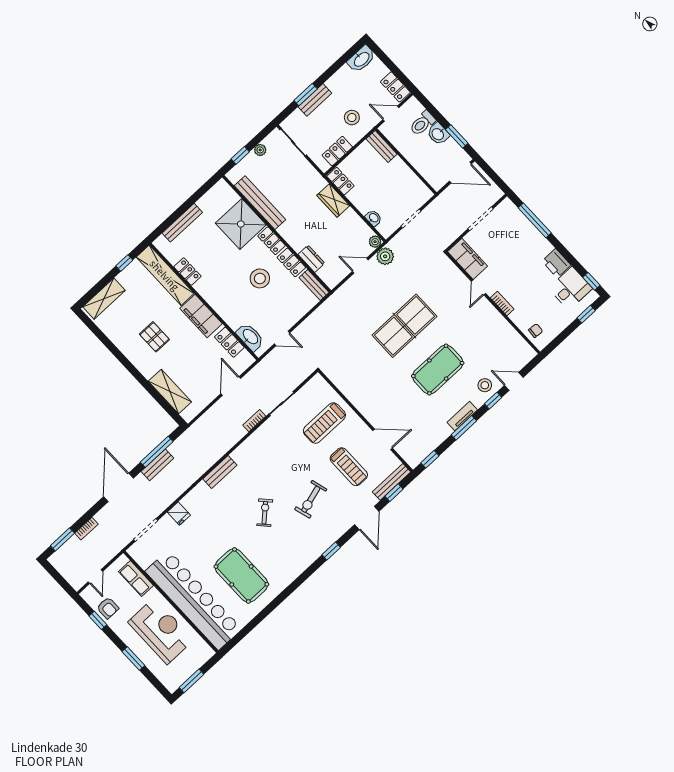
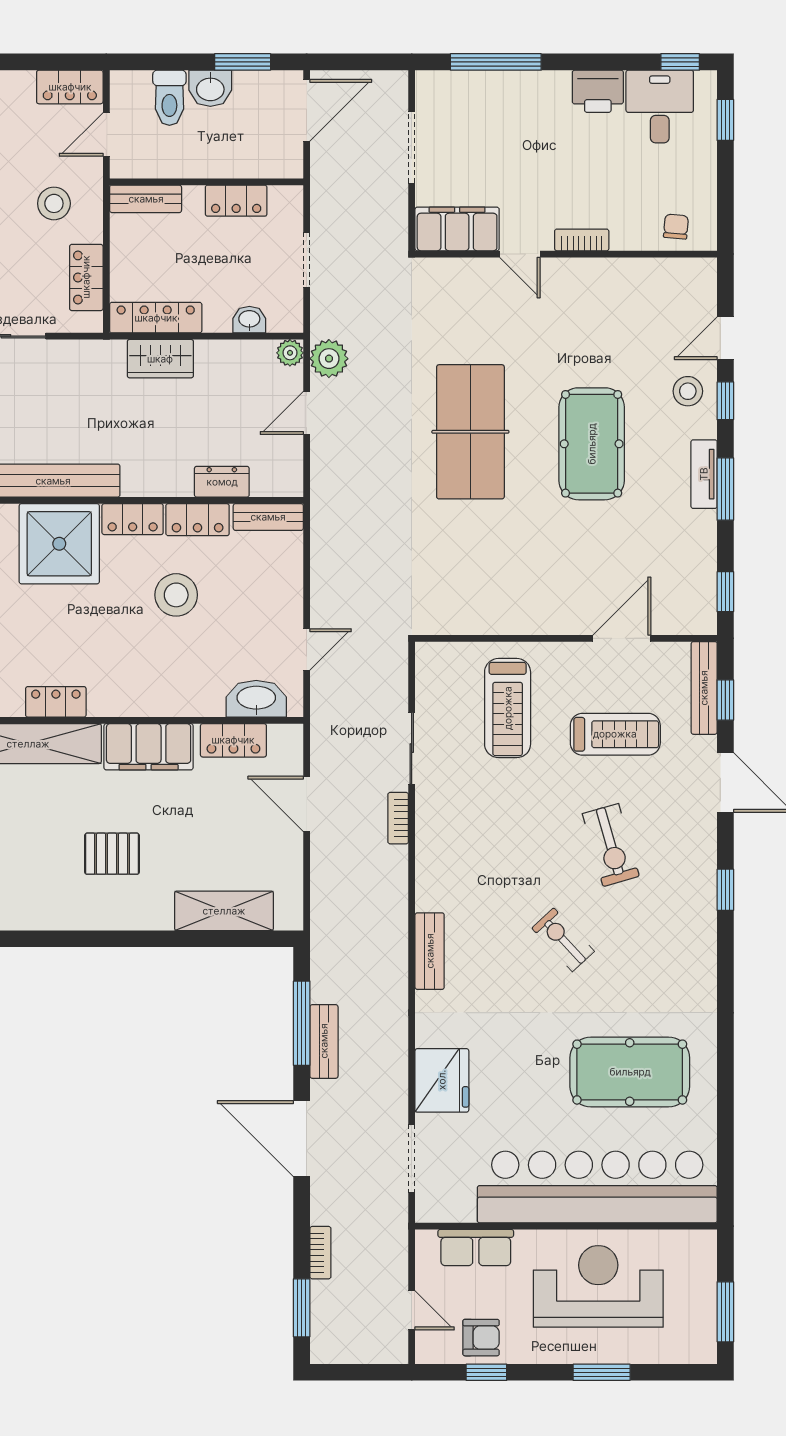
locker: (409, 177) -> (236, 201), added
locker: (340, 181) -> (156, 318), width x1.53
fridge: (179, 514) -> (442, 1080), width x1.88, depth x1.34

